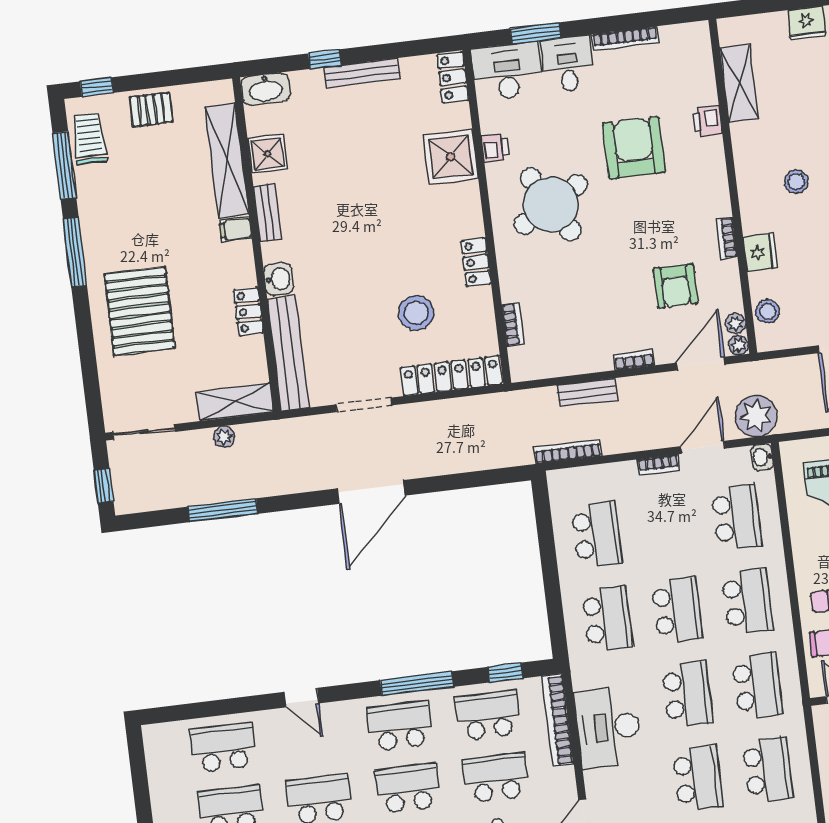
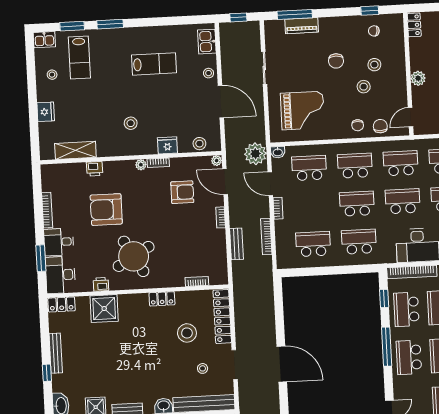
plant: (736, 324) -> (141, 165), moved
stool: (353, 346) -> (203, 368), added
bookcase: (568, 451) -> (266, 236), moved

